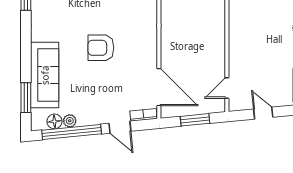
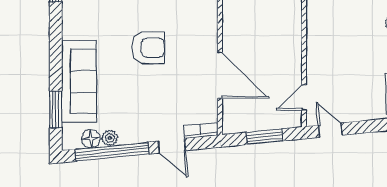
armchair: (101, 48) -> (148, 48), turned 180
door: (159, 87) -> (220, 75), moved
door: (263, 113) -> (330, 130), moved

